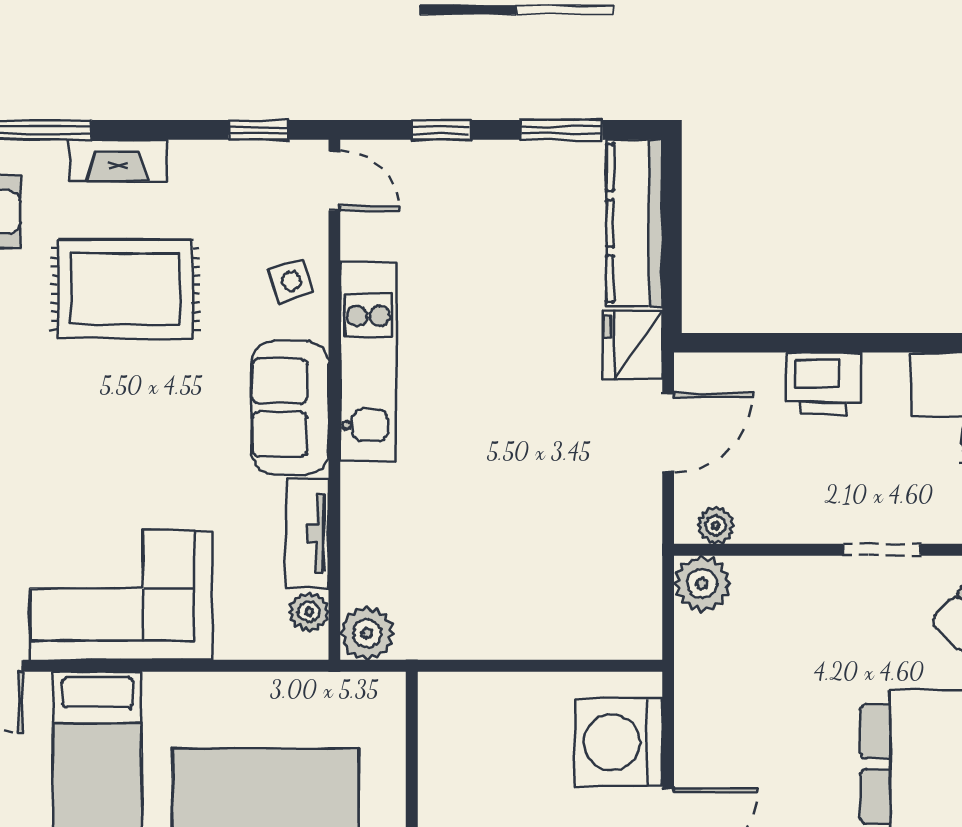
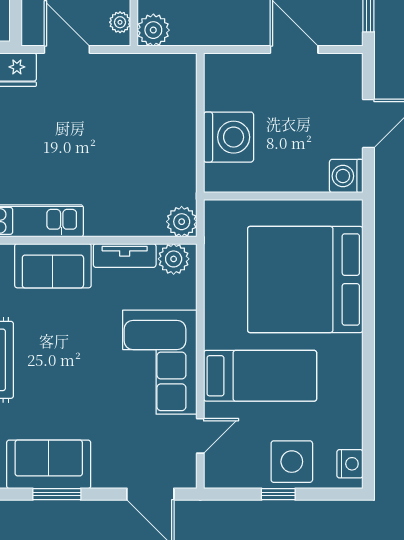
plant: (309, 612) -> (174, 259), width x1.38, depth x1.38
washing machine: (619, 742) -> (229, 137), moved, turned -90

